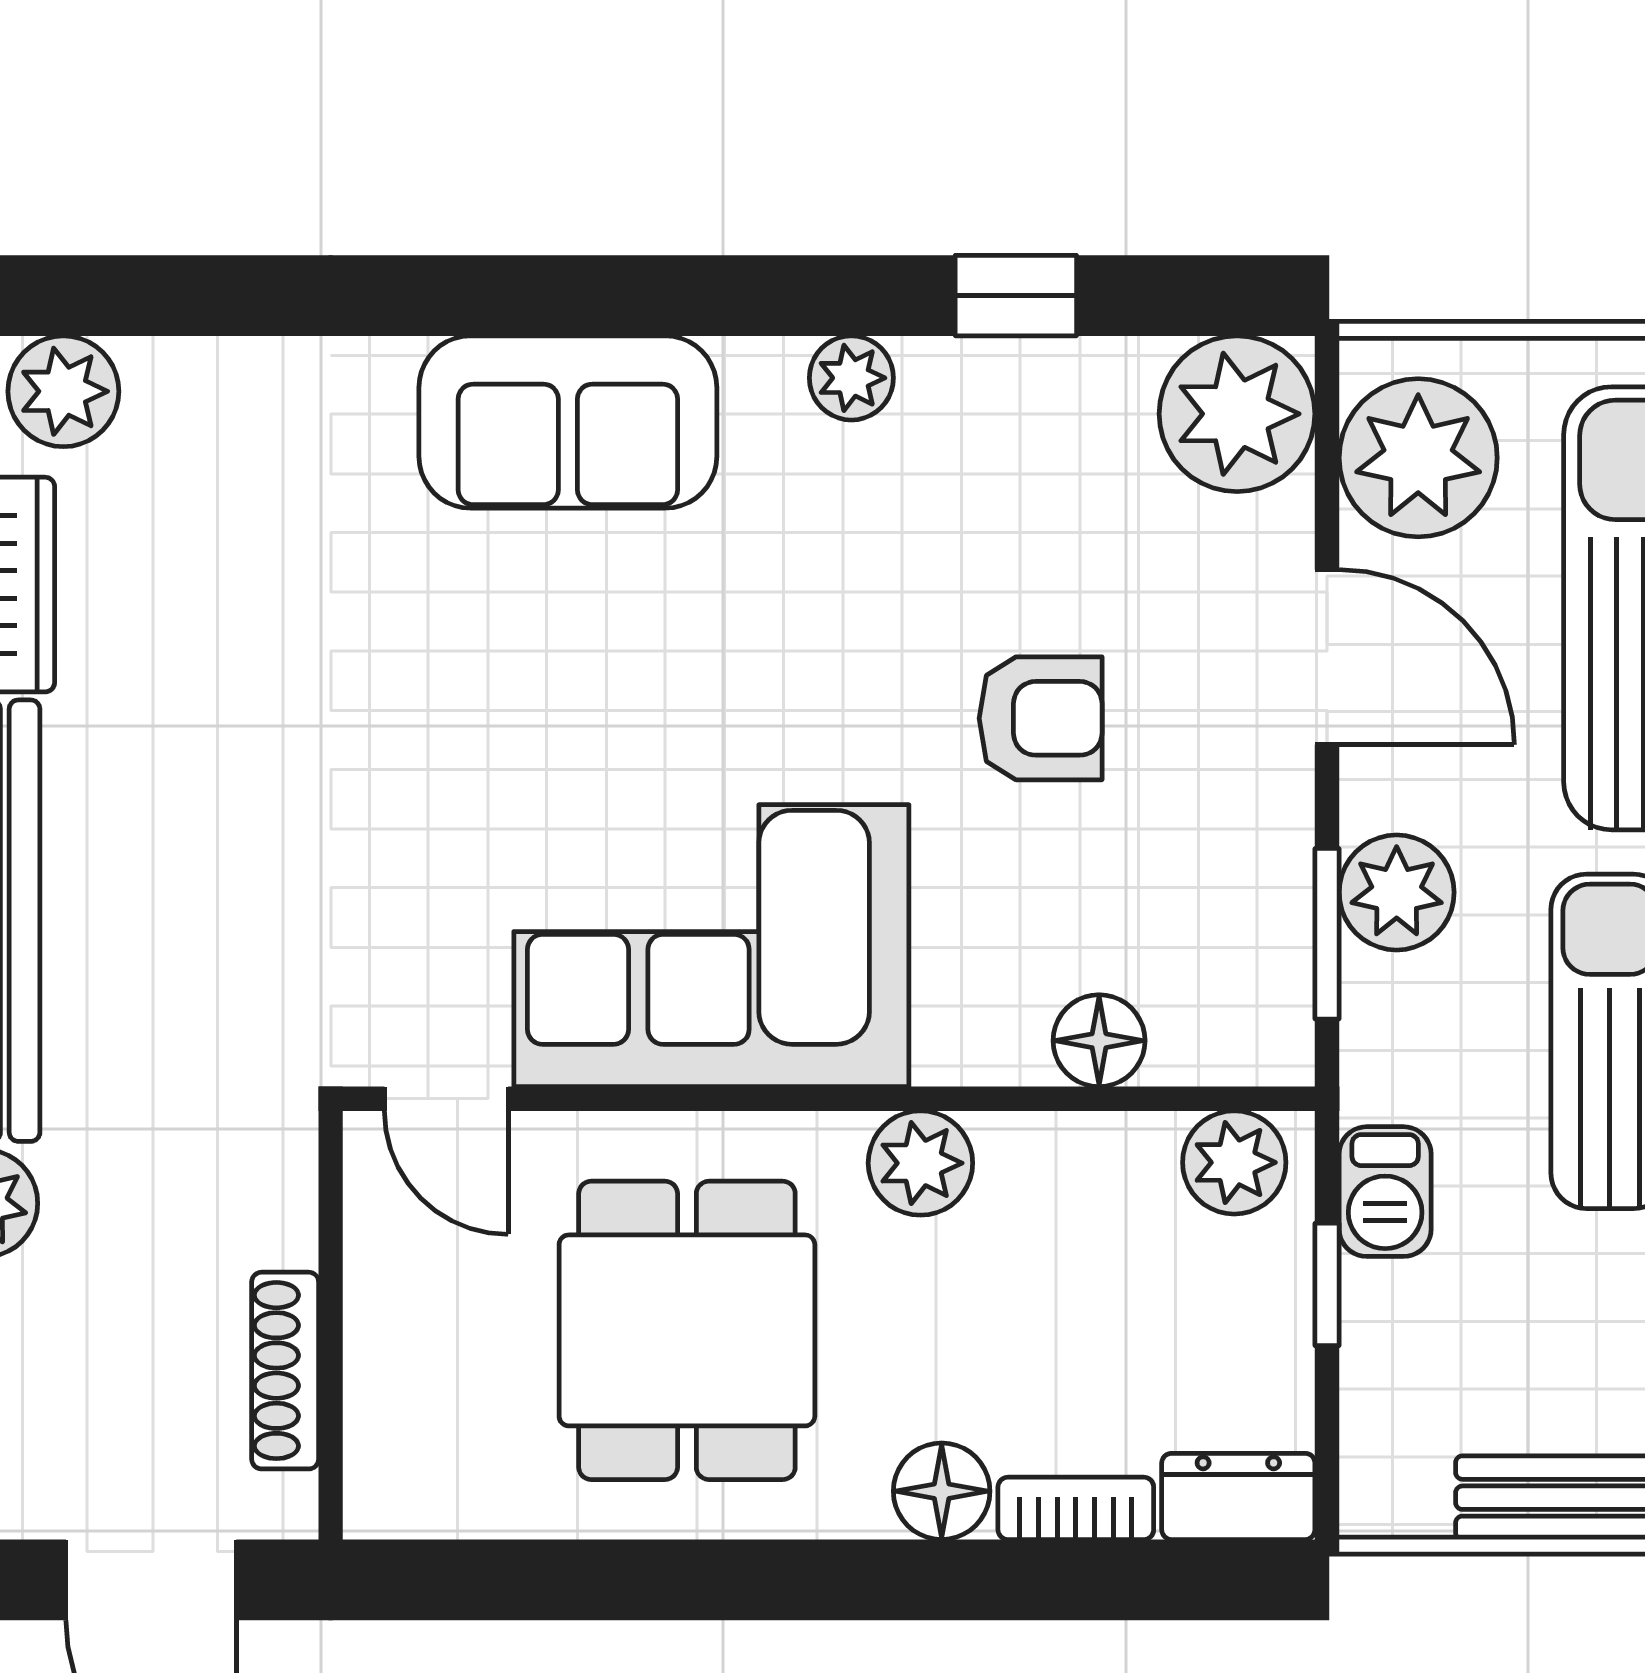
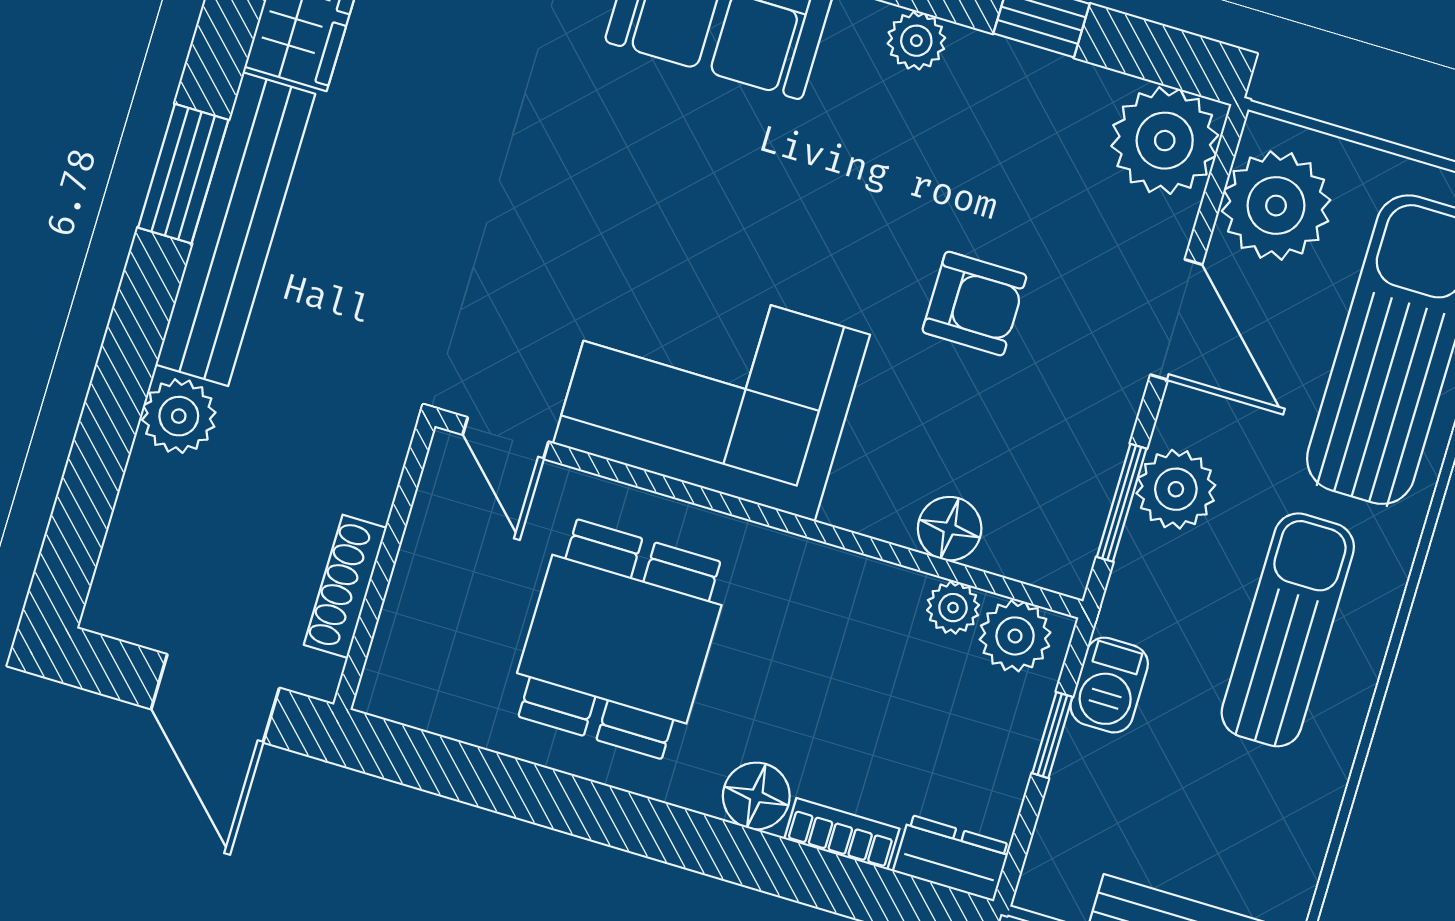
plant: (920, 1163) -> (953, 608), moved, width x0.73, depth x0.73

